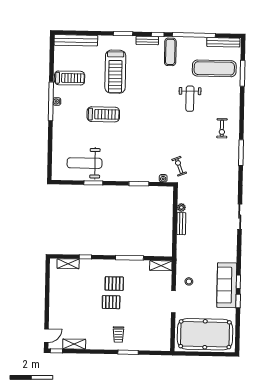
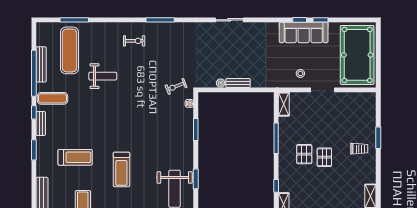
bench: (223, 42) -> (41, 64), moved
treadmill: (115, 72) -> (75, 157), width x0.73, depth x0.73
treadmill: (103, 114) -> (121, 169), turned 180

